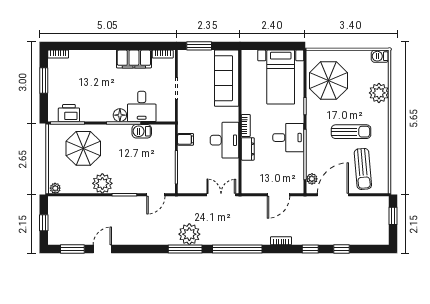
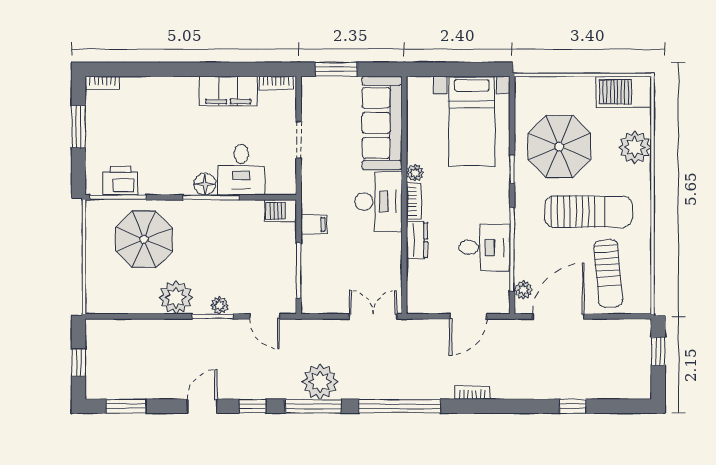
barbecue: (380, 56) -> (624, 92), width x1.88, depth x1.53
parasol: (328, 81) -> (559, 147), moved
plant: (246, 108) -> (415, 173), added
barbecue: (142, 131) -> (280, 211), moved
sun lounger: (351, 132) -> (589, 212), width x1.36, depth x1.34
desk: (288, 138) -> (484, 247), moved
desk: (224, 140) -> (378, 201), moved
plant: (55, 188) -> (220, 305), moved
door: (156, 195) -> (265, 316), hinge flipped
door: (102, 249) -> (202, 406), moved
window: (310, 249) -> (252, 406), moved

